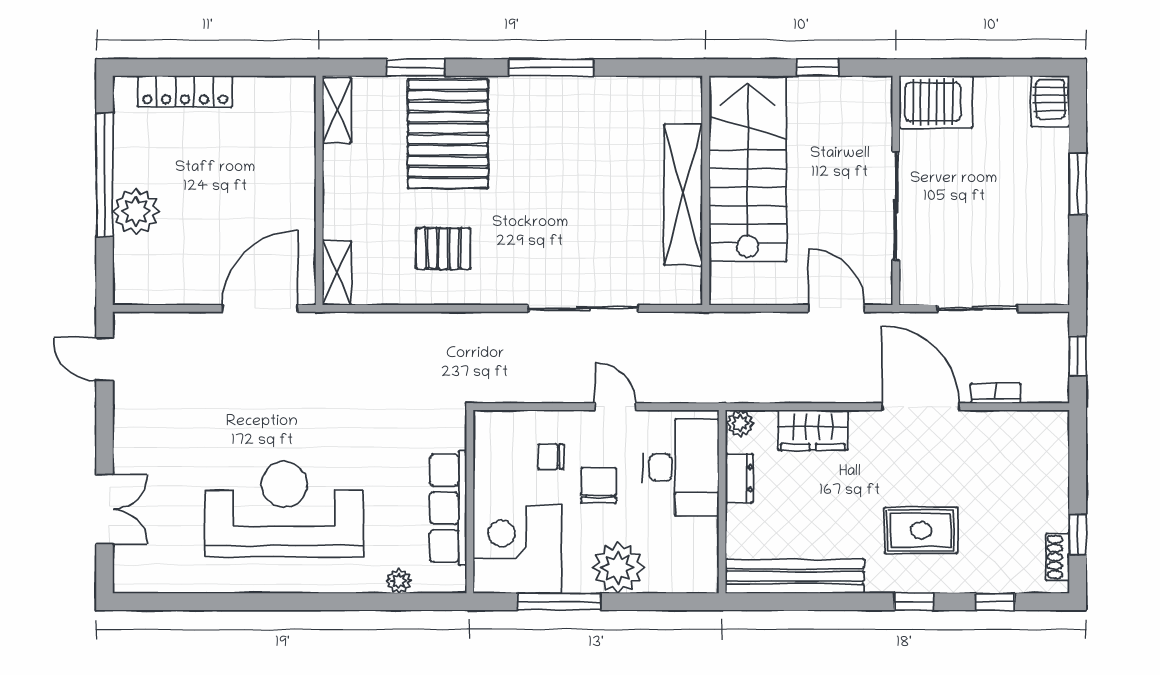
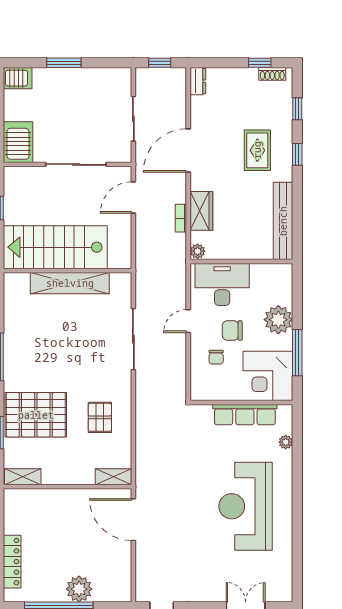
bookcase: (996, 393) -> (181, 218), moved
dresser: (739, 478) -> (198, 81), moved, turned 90

